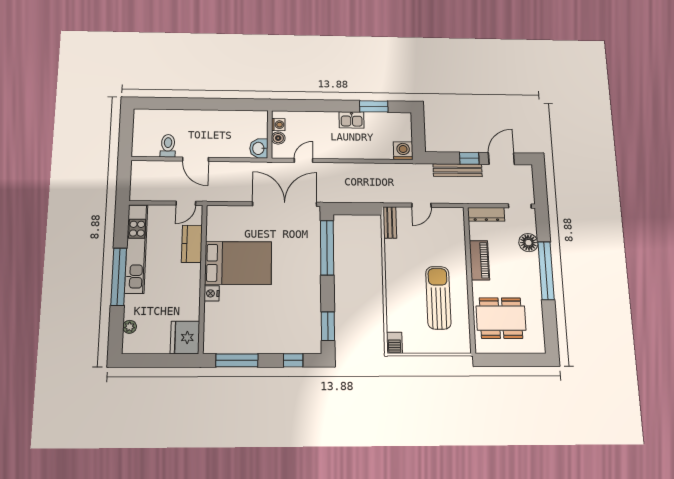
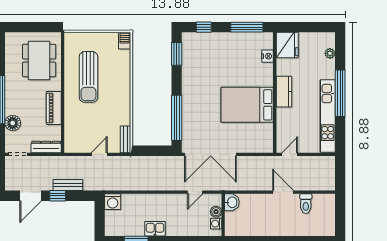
bench: (458, 170) -> (68, 185), width x0.73
kitchen counter: (192, 244) -> (284, 92), moved
nightstand: (212, 293) -> (268, 56), moved
dining table: (501, 318) -> (39, 61), turned 90

